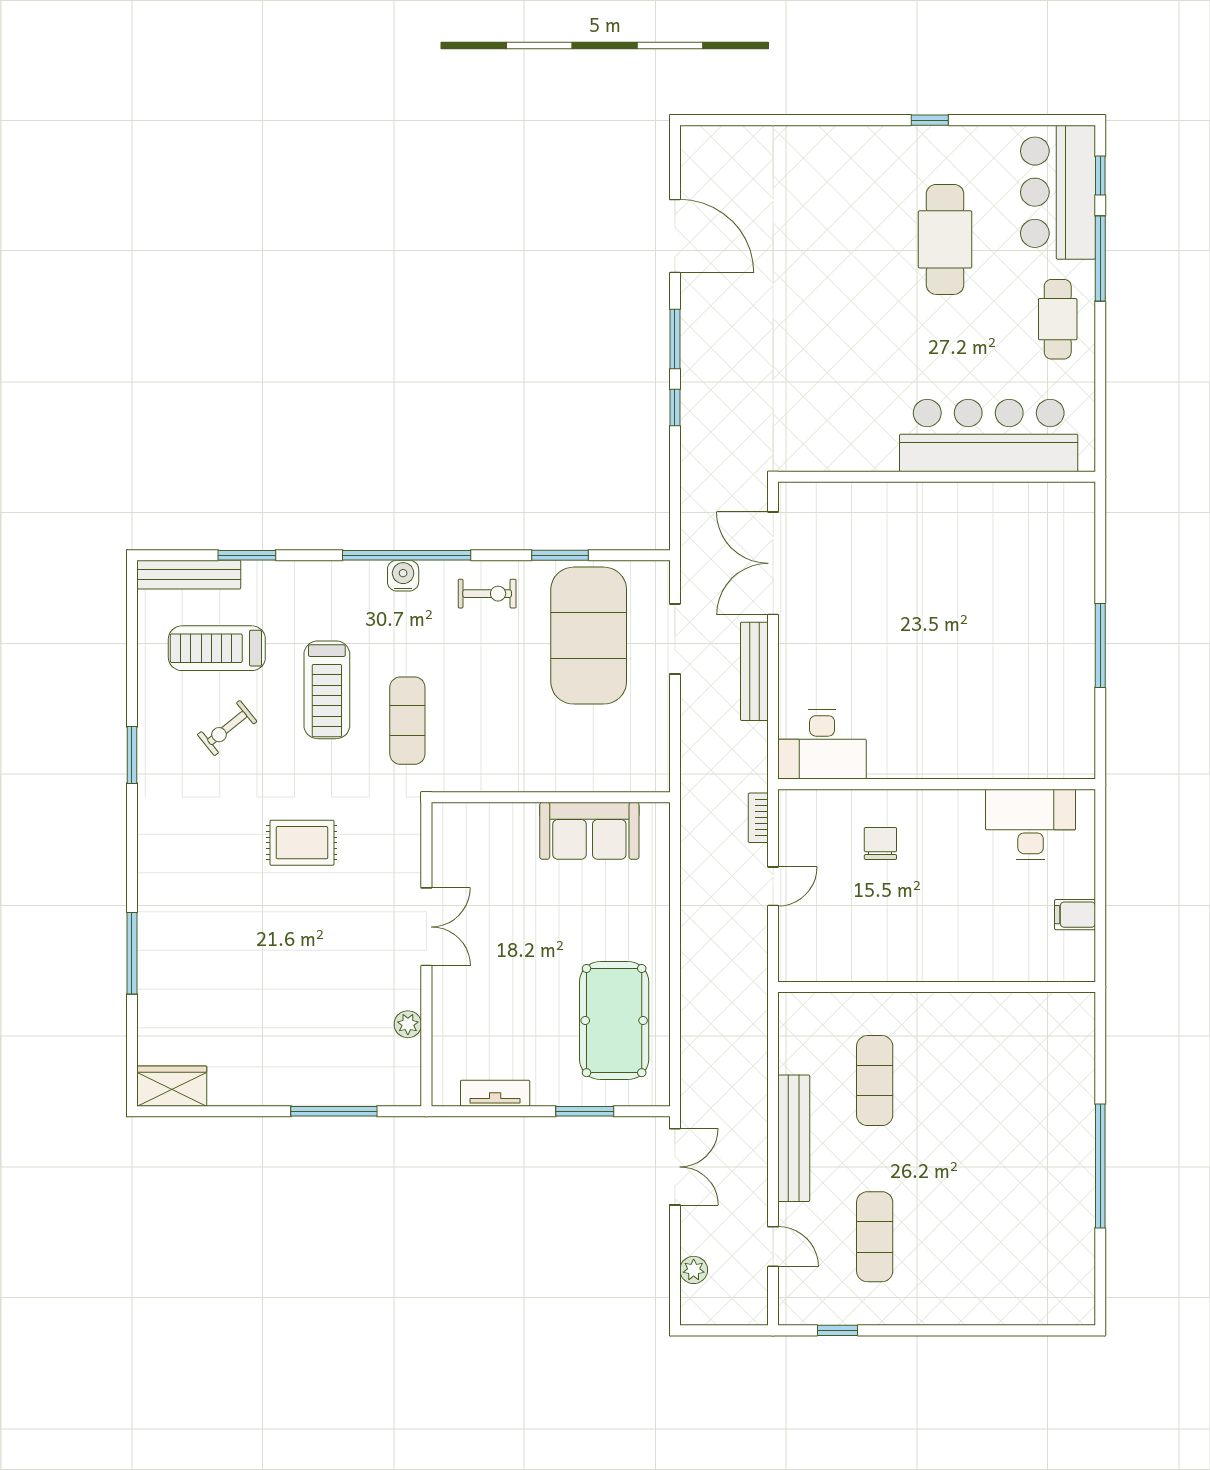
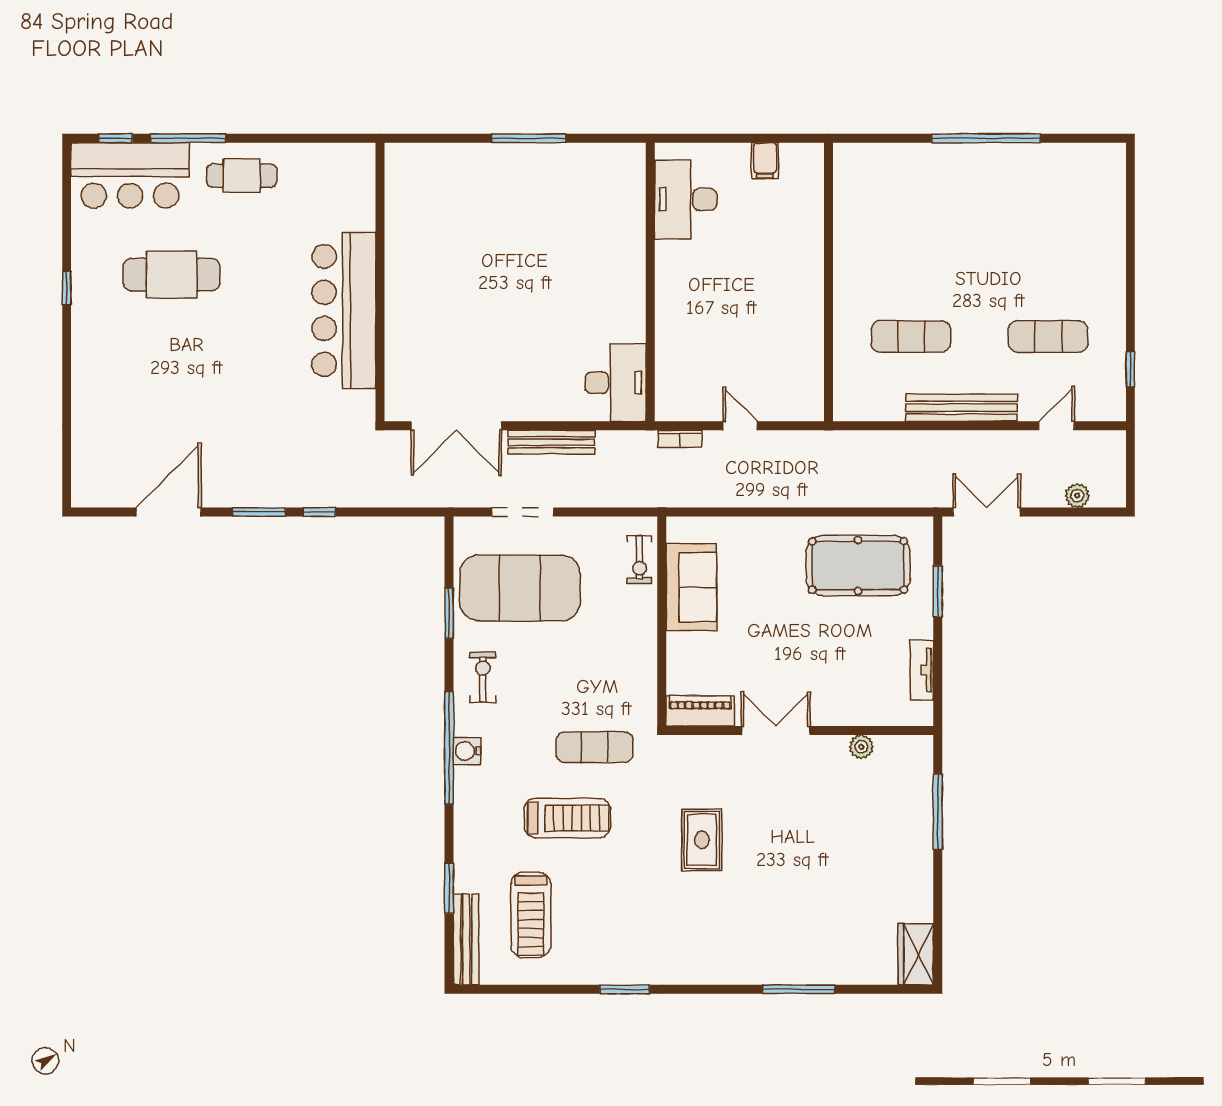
bar counter: (989, 435) -> (344, 310), moved
exercise bike: (227, 728) -> (639, 560), moved, turned 39
piano: (449, 841) -> (700, 711), added
chair: (880, 843) -> (702, 331), removed

